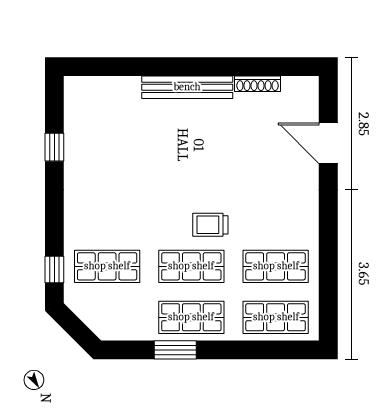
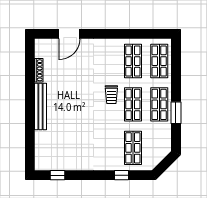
window: (54, 147) -> (58, 175), moved
window: (54, 270) -> (121, 175), moved

